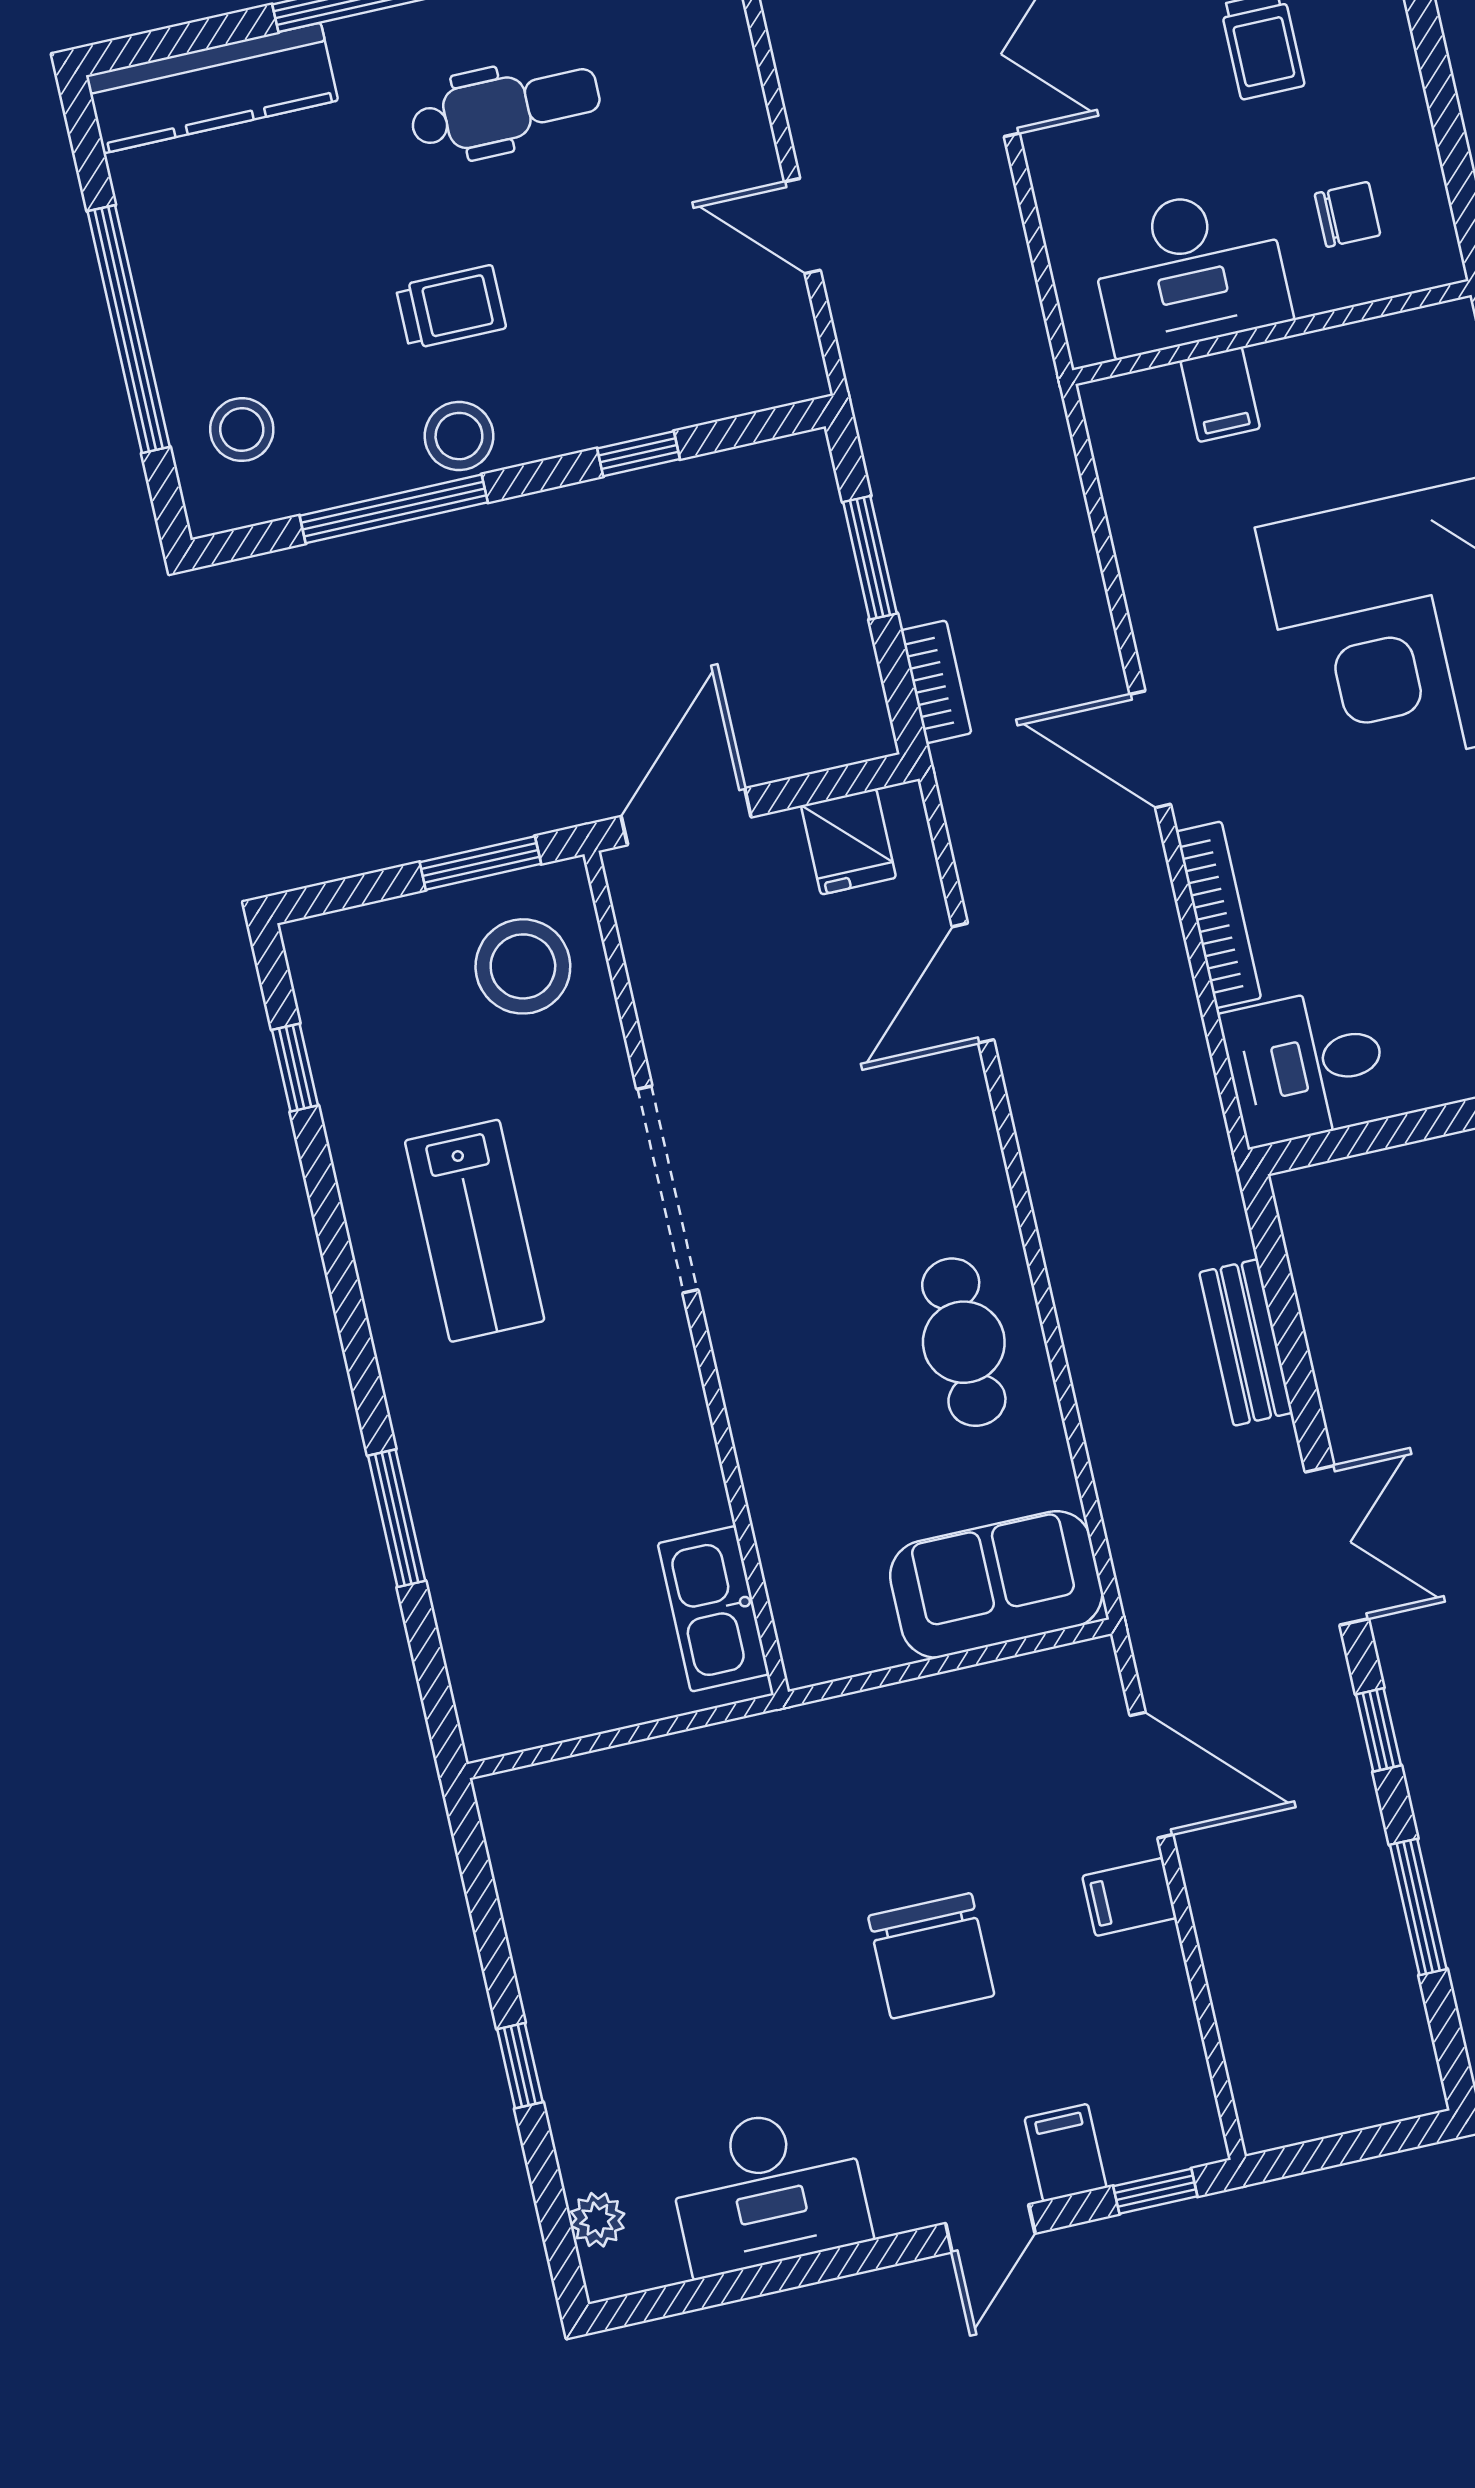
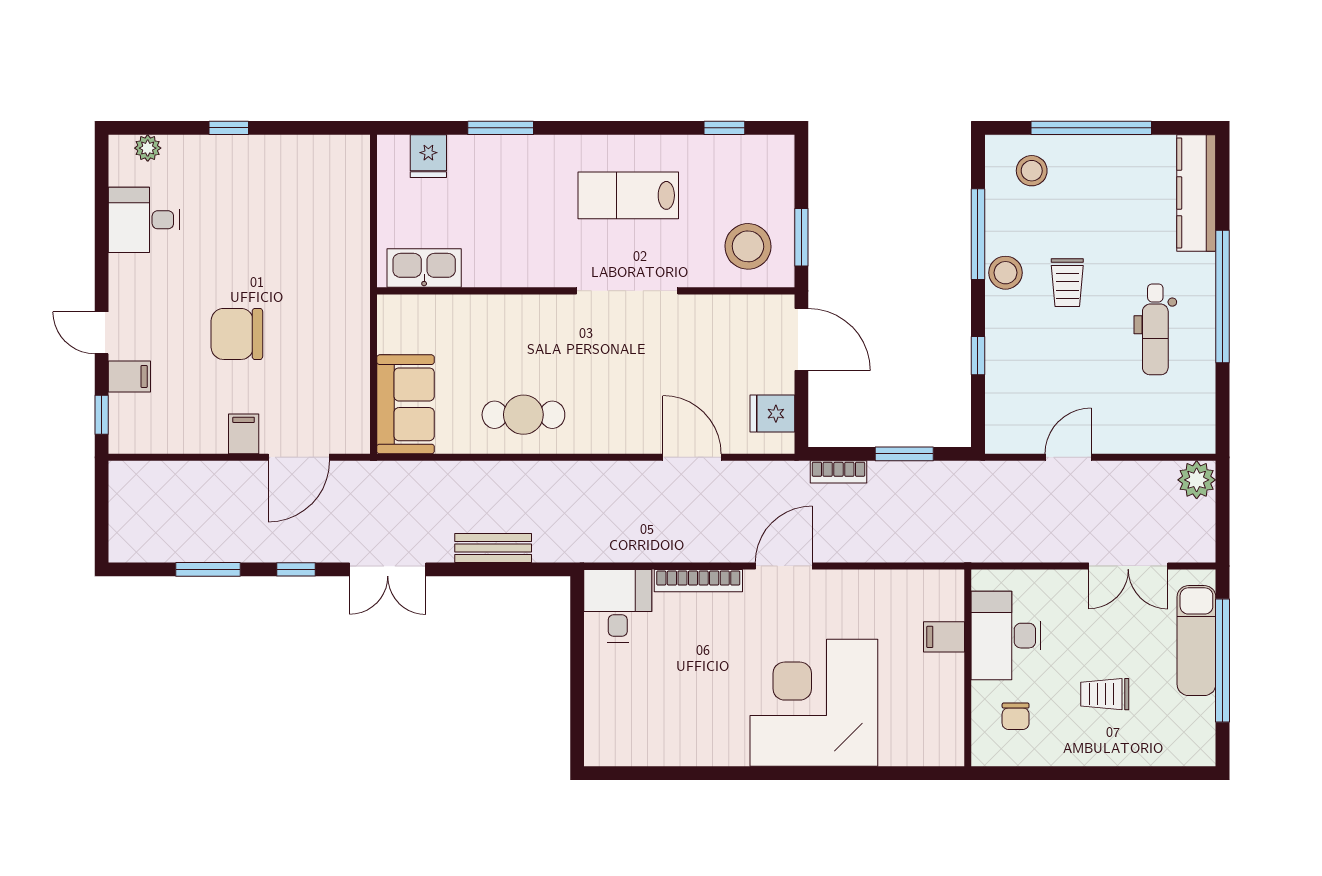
fridge: (486, 1651) -> (428, 156), added
desk: (768, 2189) -> (144, 220), width x0.73

